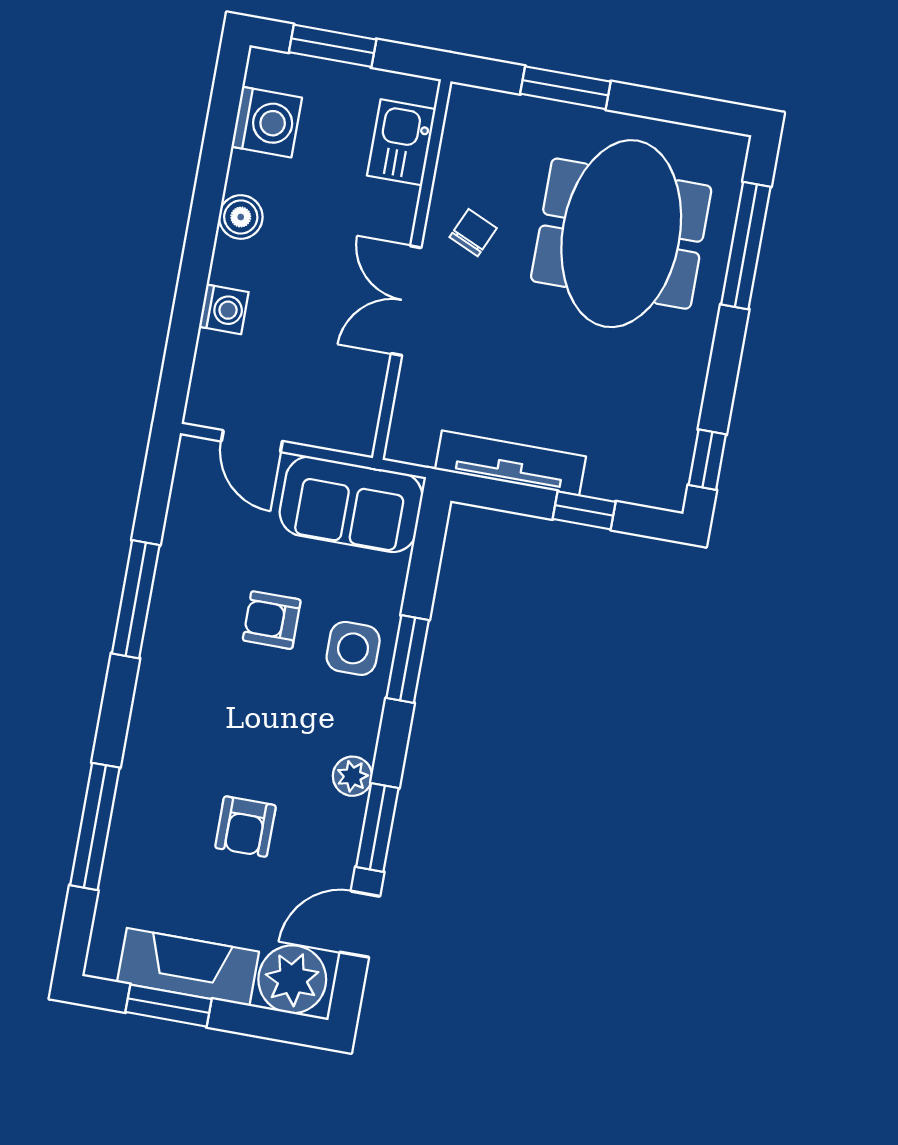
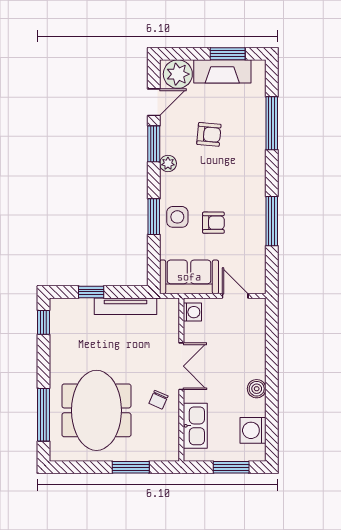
kitchen sink: (401, 142) -> (195, 426), width x1.38
washing machine: (224, 309) -> (192, 312), moved, turned 180
armchair: (245, 827) -> (209, 134), turned 95

